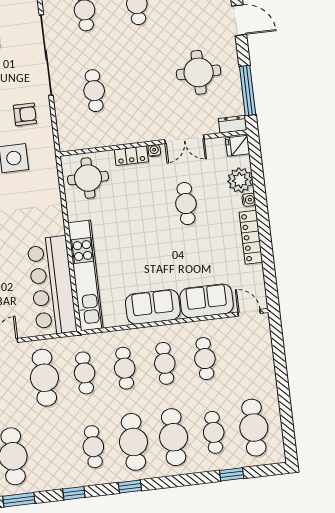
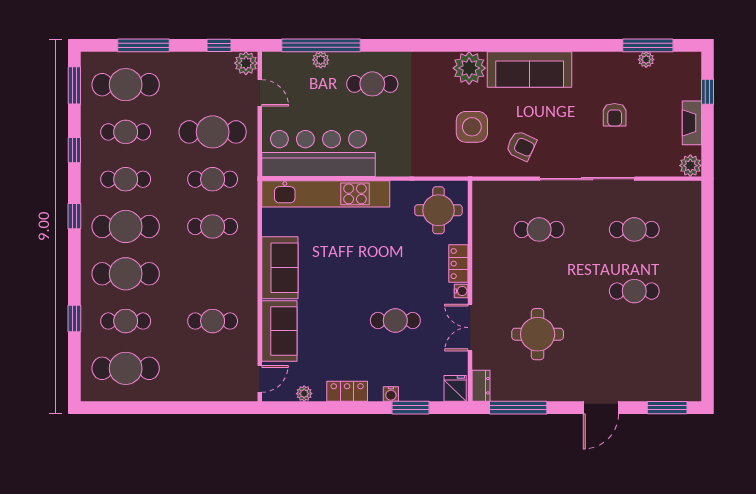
round table: (199, 72) -> (538, 334), moved
armchair: (25, 114) -> (521, 146), turned -65
plant: (240, 180) -> (304, 394), moved, width x0.53, depth x0.53
window: (258, 182) -> (410, 408), added
locker: (251, 237) -> (347, 391), width x0.66
cafe table: (165, 363) -> (126, 132), moved
window: (232, 474) -> (74, 318), moved

